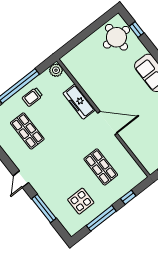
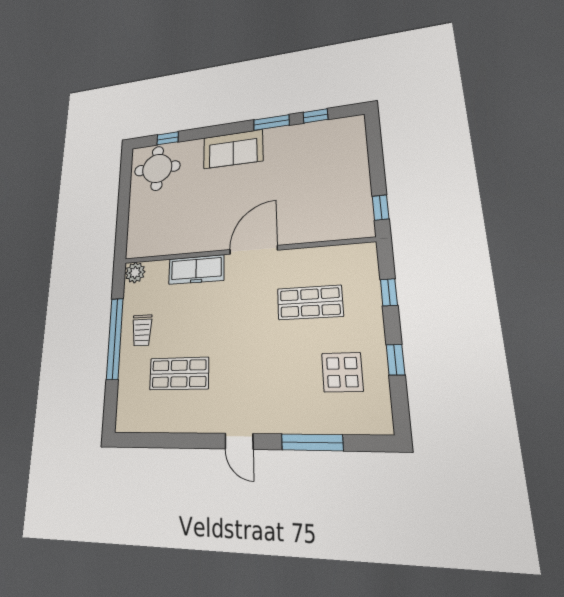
window: (101, 218) -> (395, 360), width x0.46

